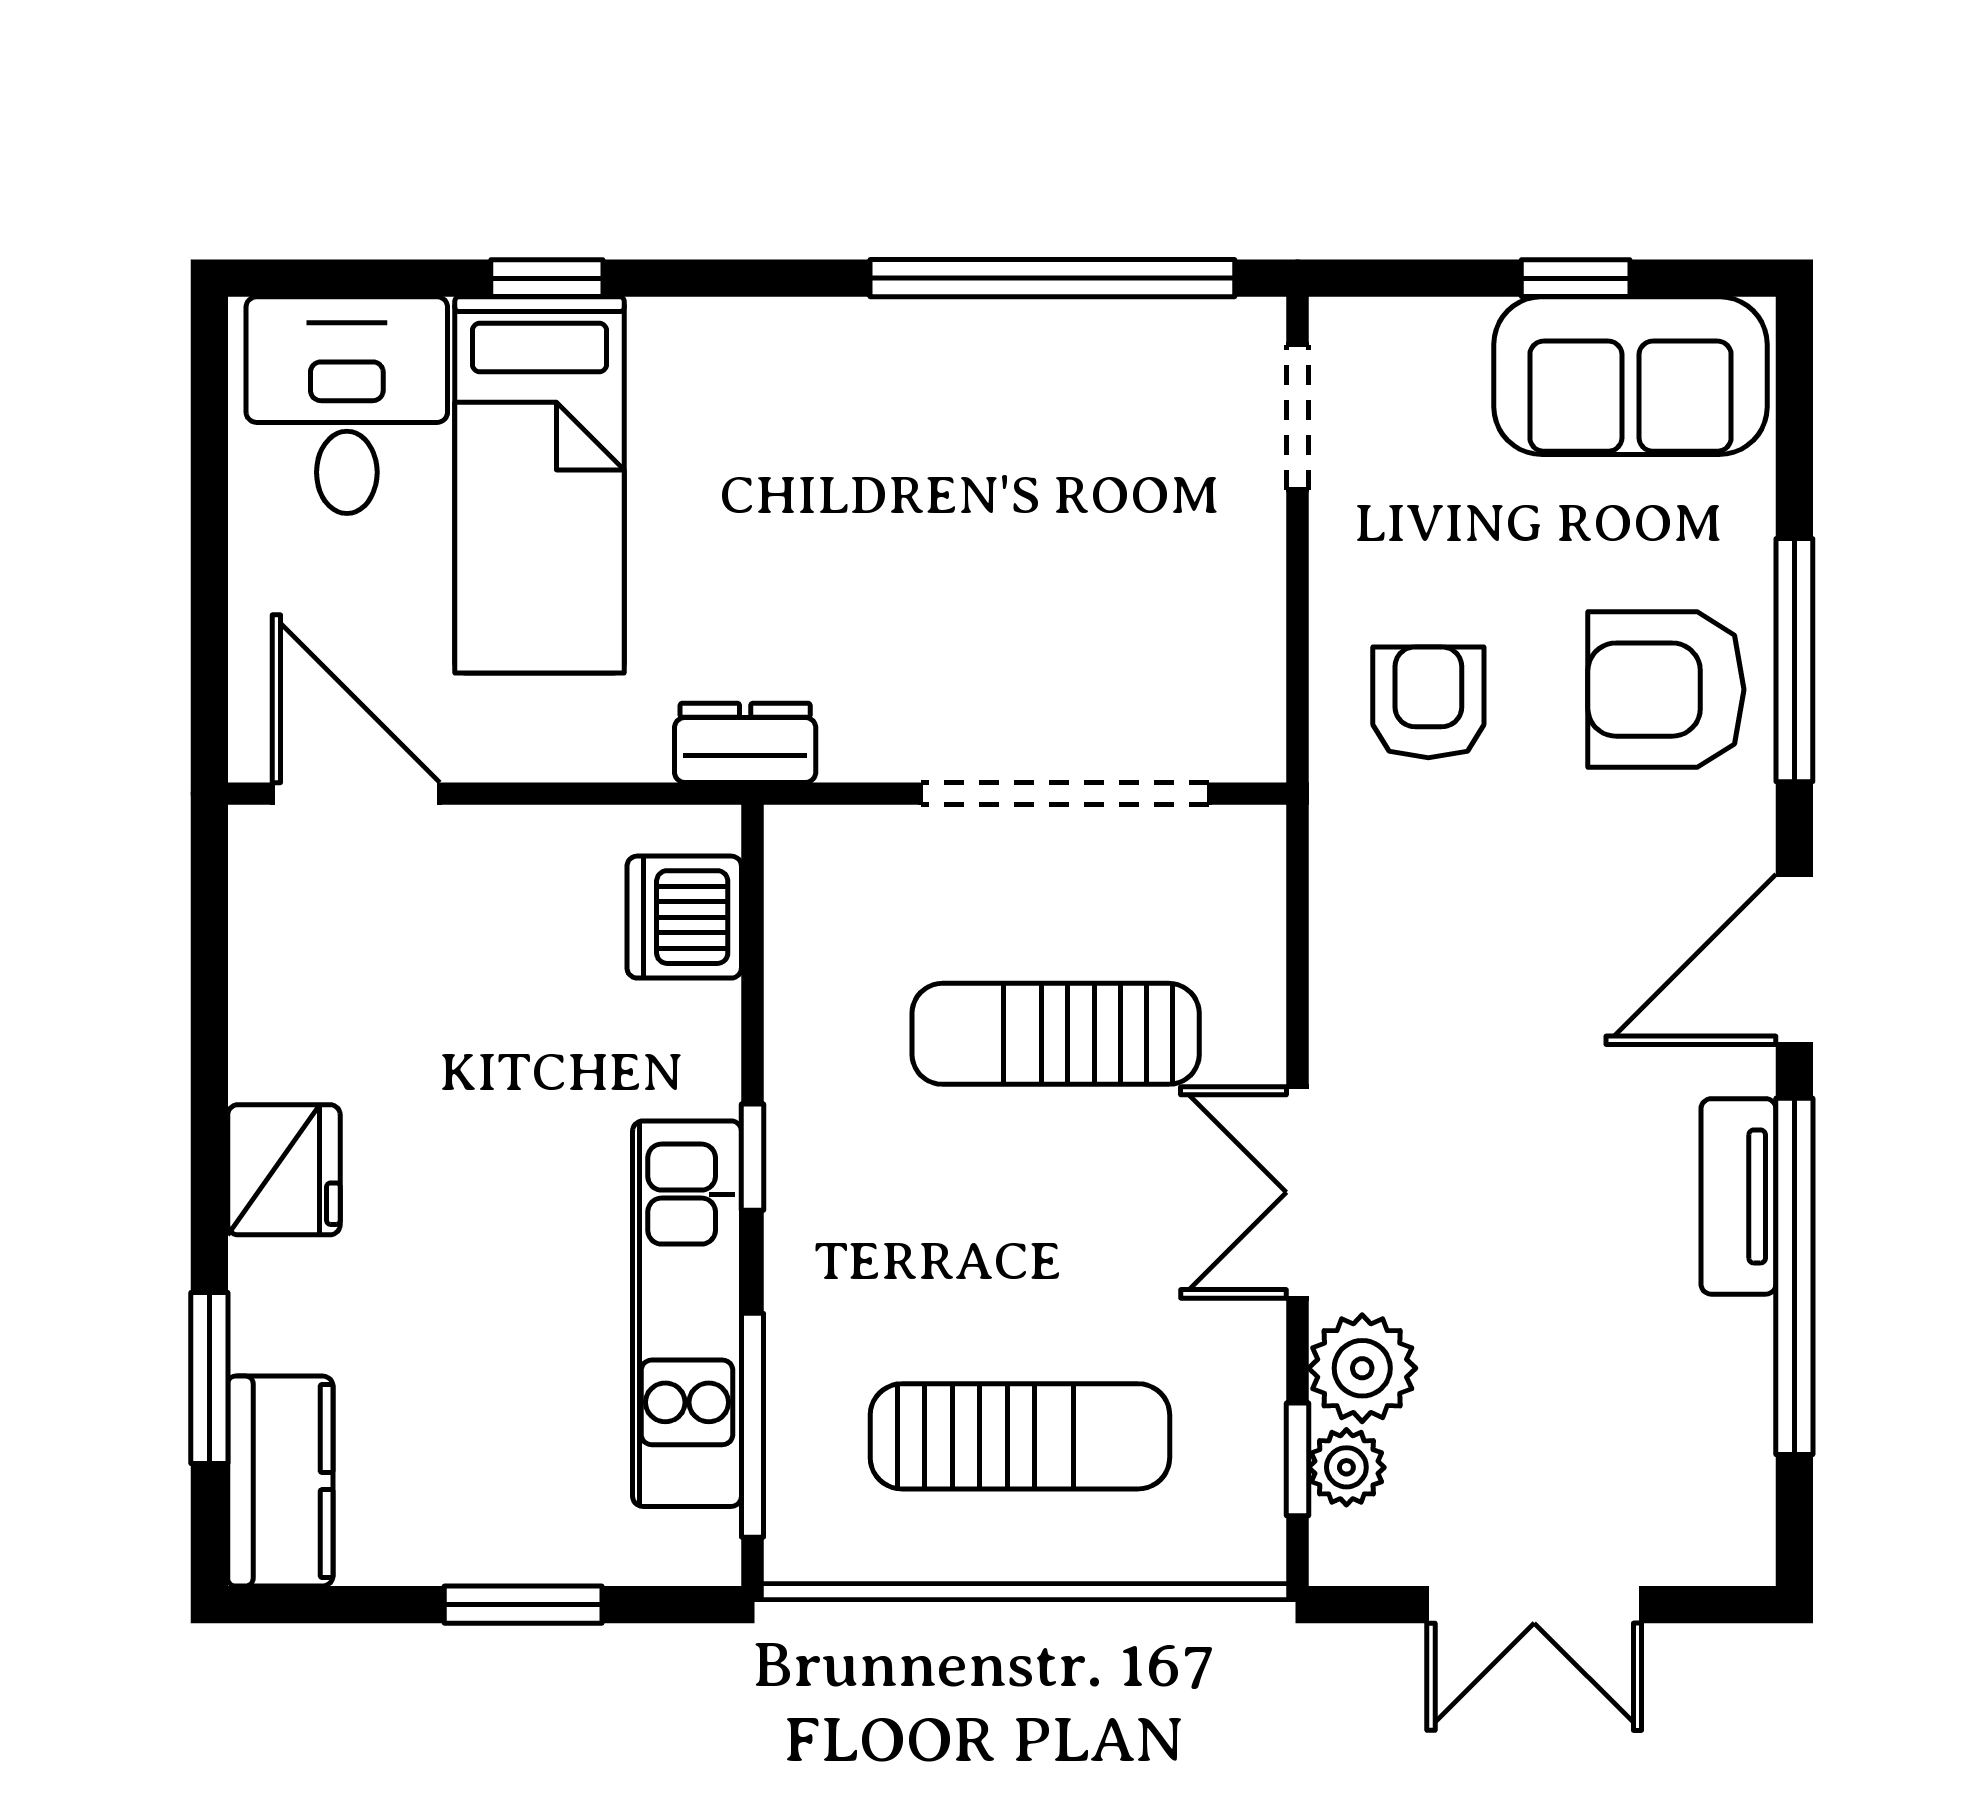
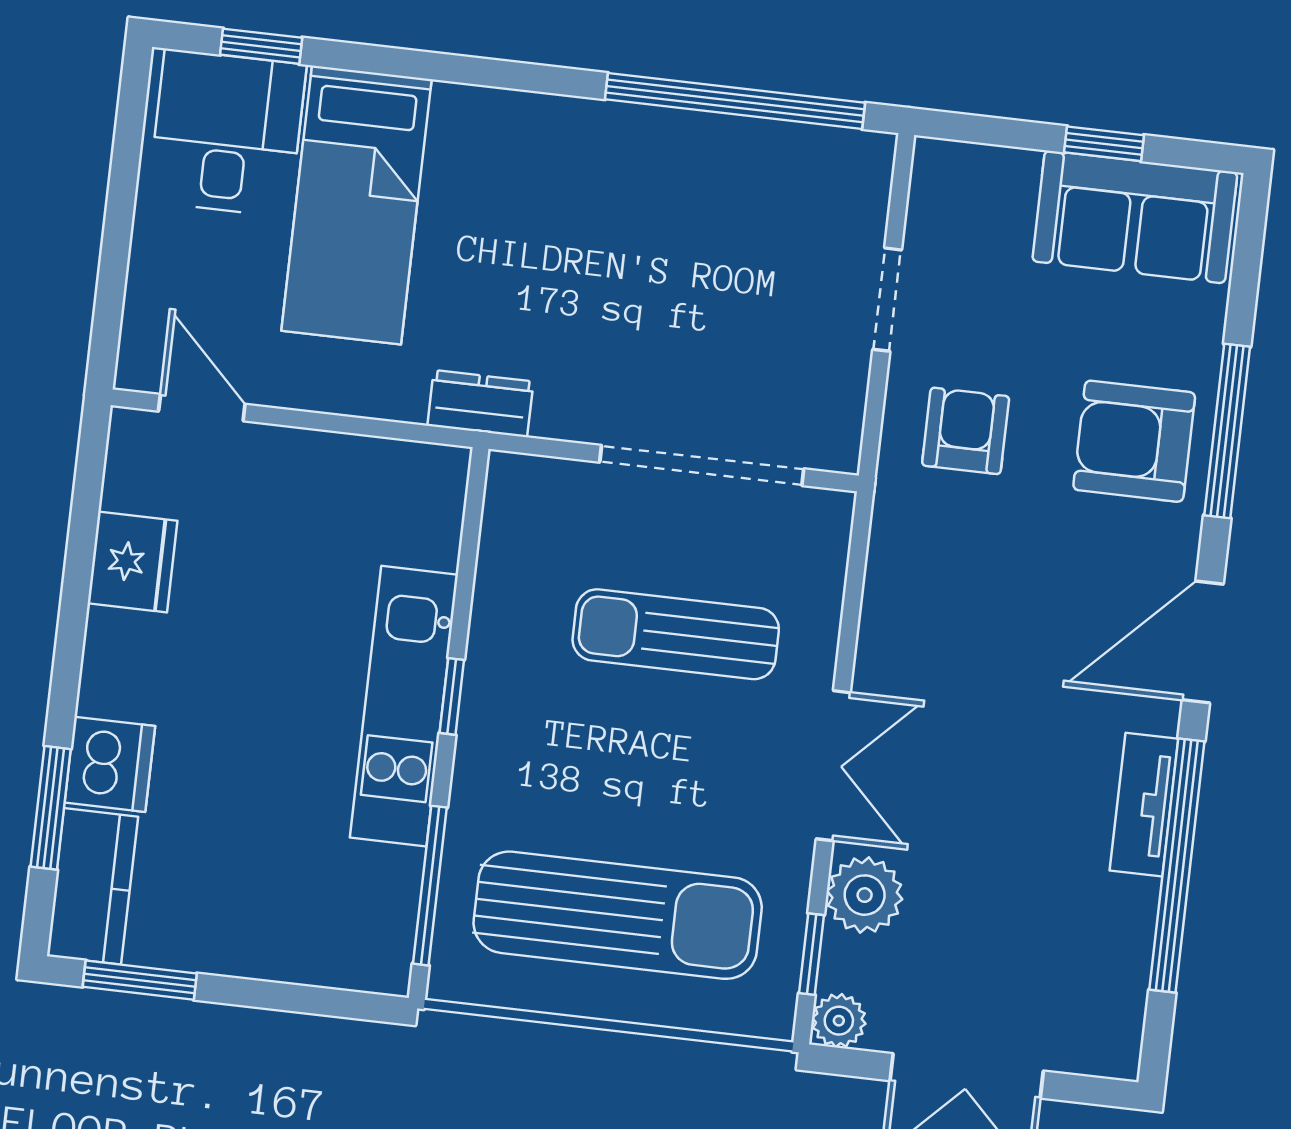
window: (547, 278) -> (261, 46), moved
doorway: (1297, 417) -> (887, 300), moved
door: (356, 794) -> (202, 408), width x0.73
dishwasher: (684, 917) -> (110, 764), moved, turned 180
fridge: (284, 1170) -> (133, 562), moved
double door: (1297, 1192) -> (833, 766), swing flipped
kitchen unit: (687, 1314) -> (404, 706), moved
sun lounger: (1020, 1436) -> (618, 915), width x1.36, depth x1.34
plant: (1346, 1467) -> (839, 1021), moved
window: (523, 1605) -> (140, 980), moved

